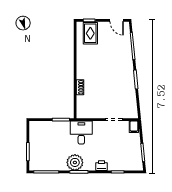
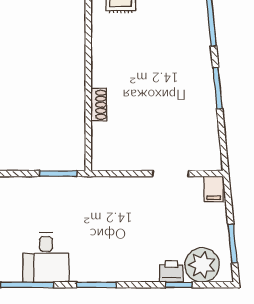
desk: (81, 132) -> (46, 257), moved, turned 180
plant: (75, 162) -> (202, 265), moved
printer: (102, 166) -> (171, 271), moved

